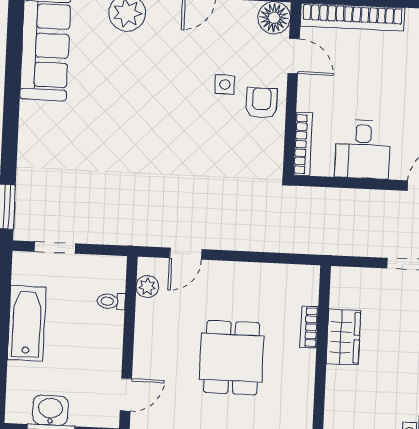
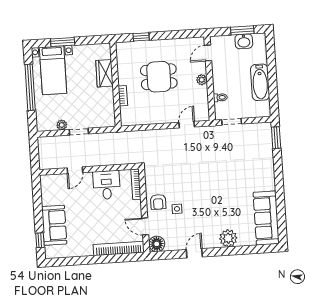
doorway: (55, 248) -> (232, 122), moved
plant: (147, 287) -> (202, 80), moved
wardrobe: (343, 337) -> (104, 73), moved
dining table: (232, 358) -> (159, 77), turned 90

